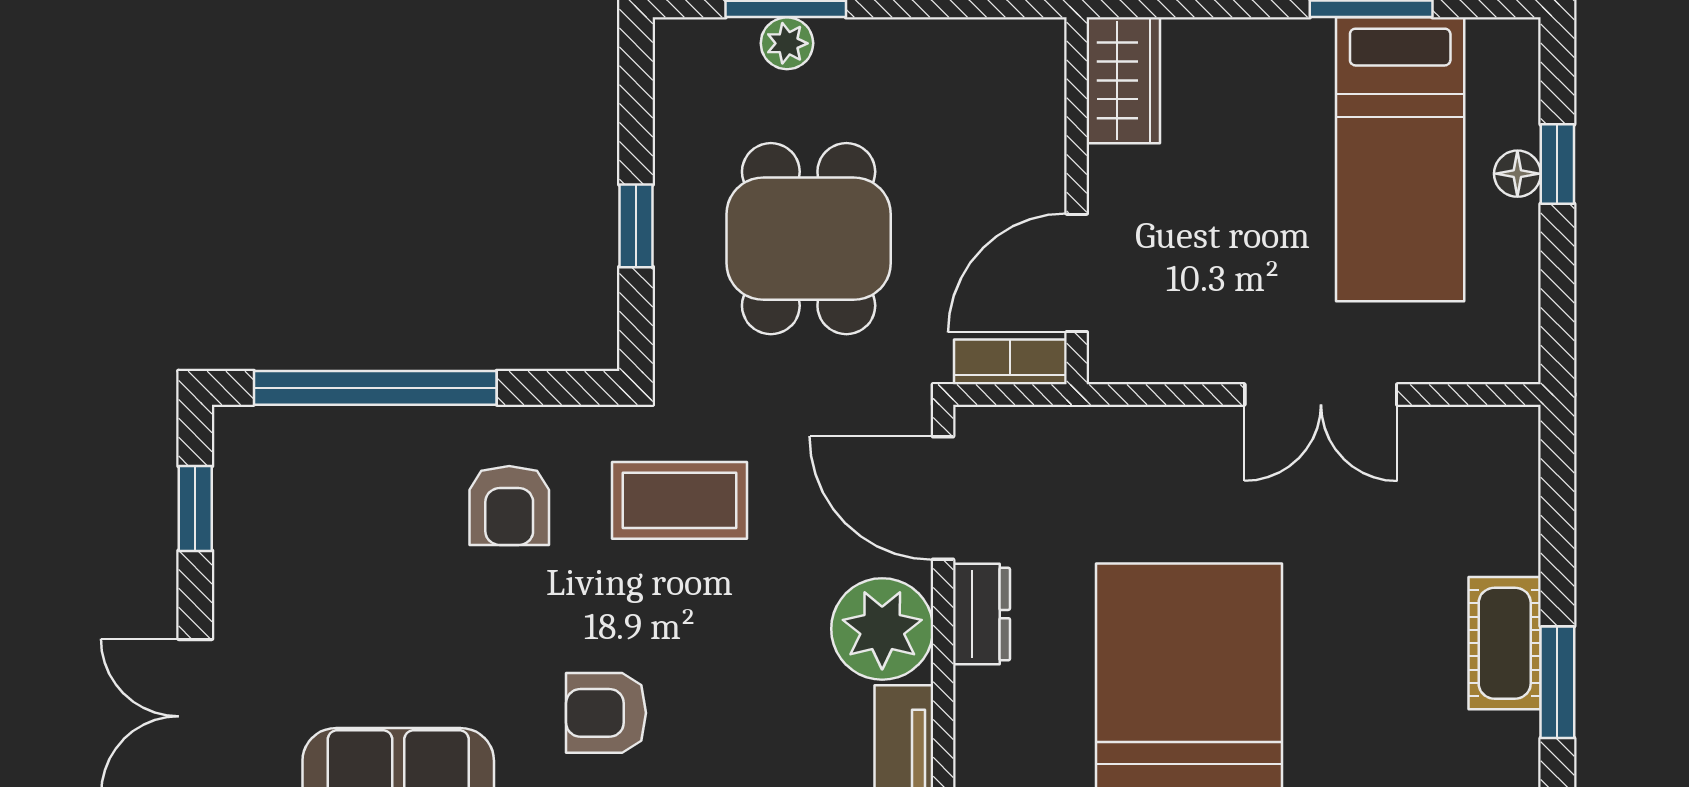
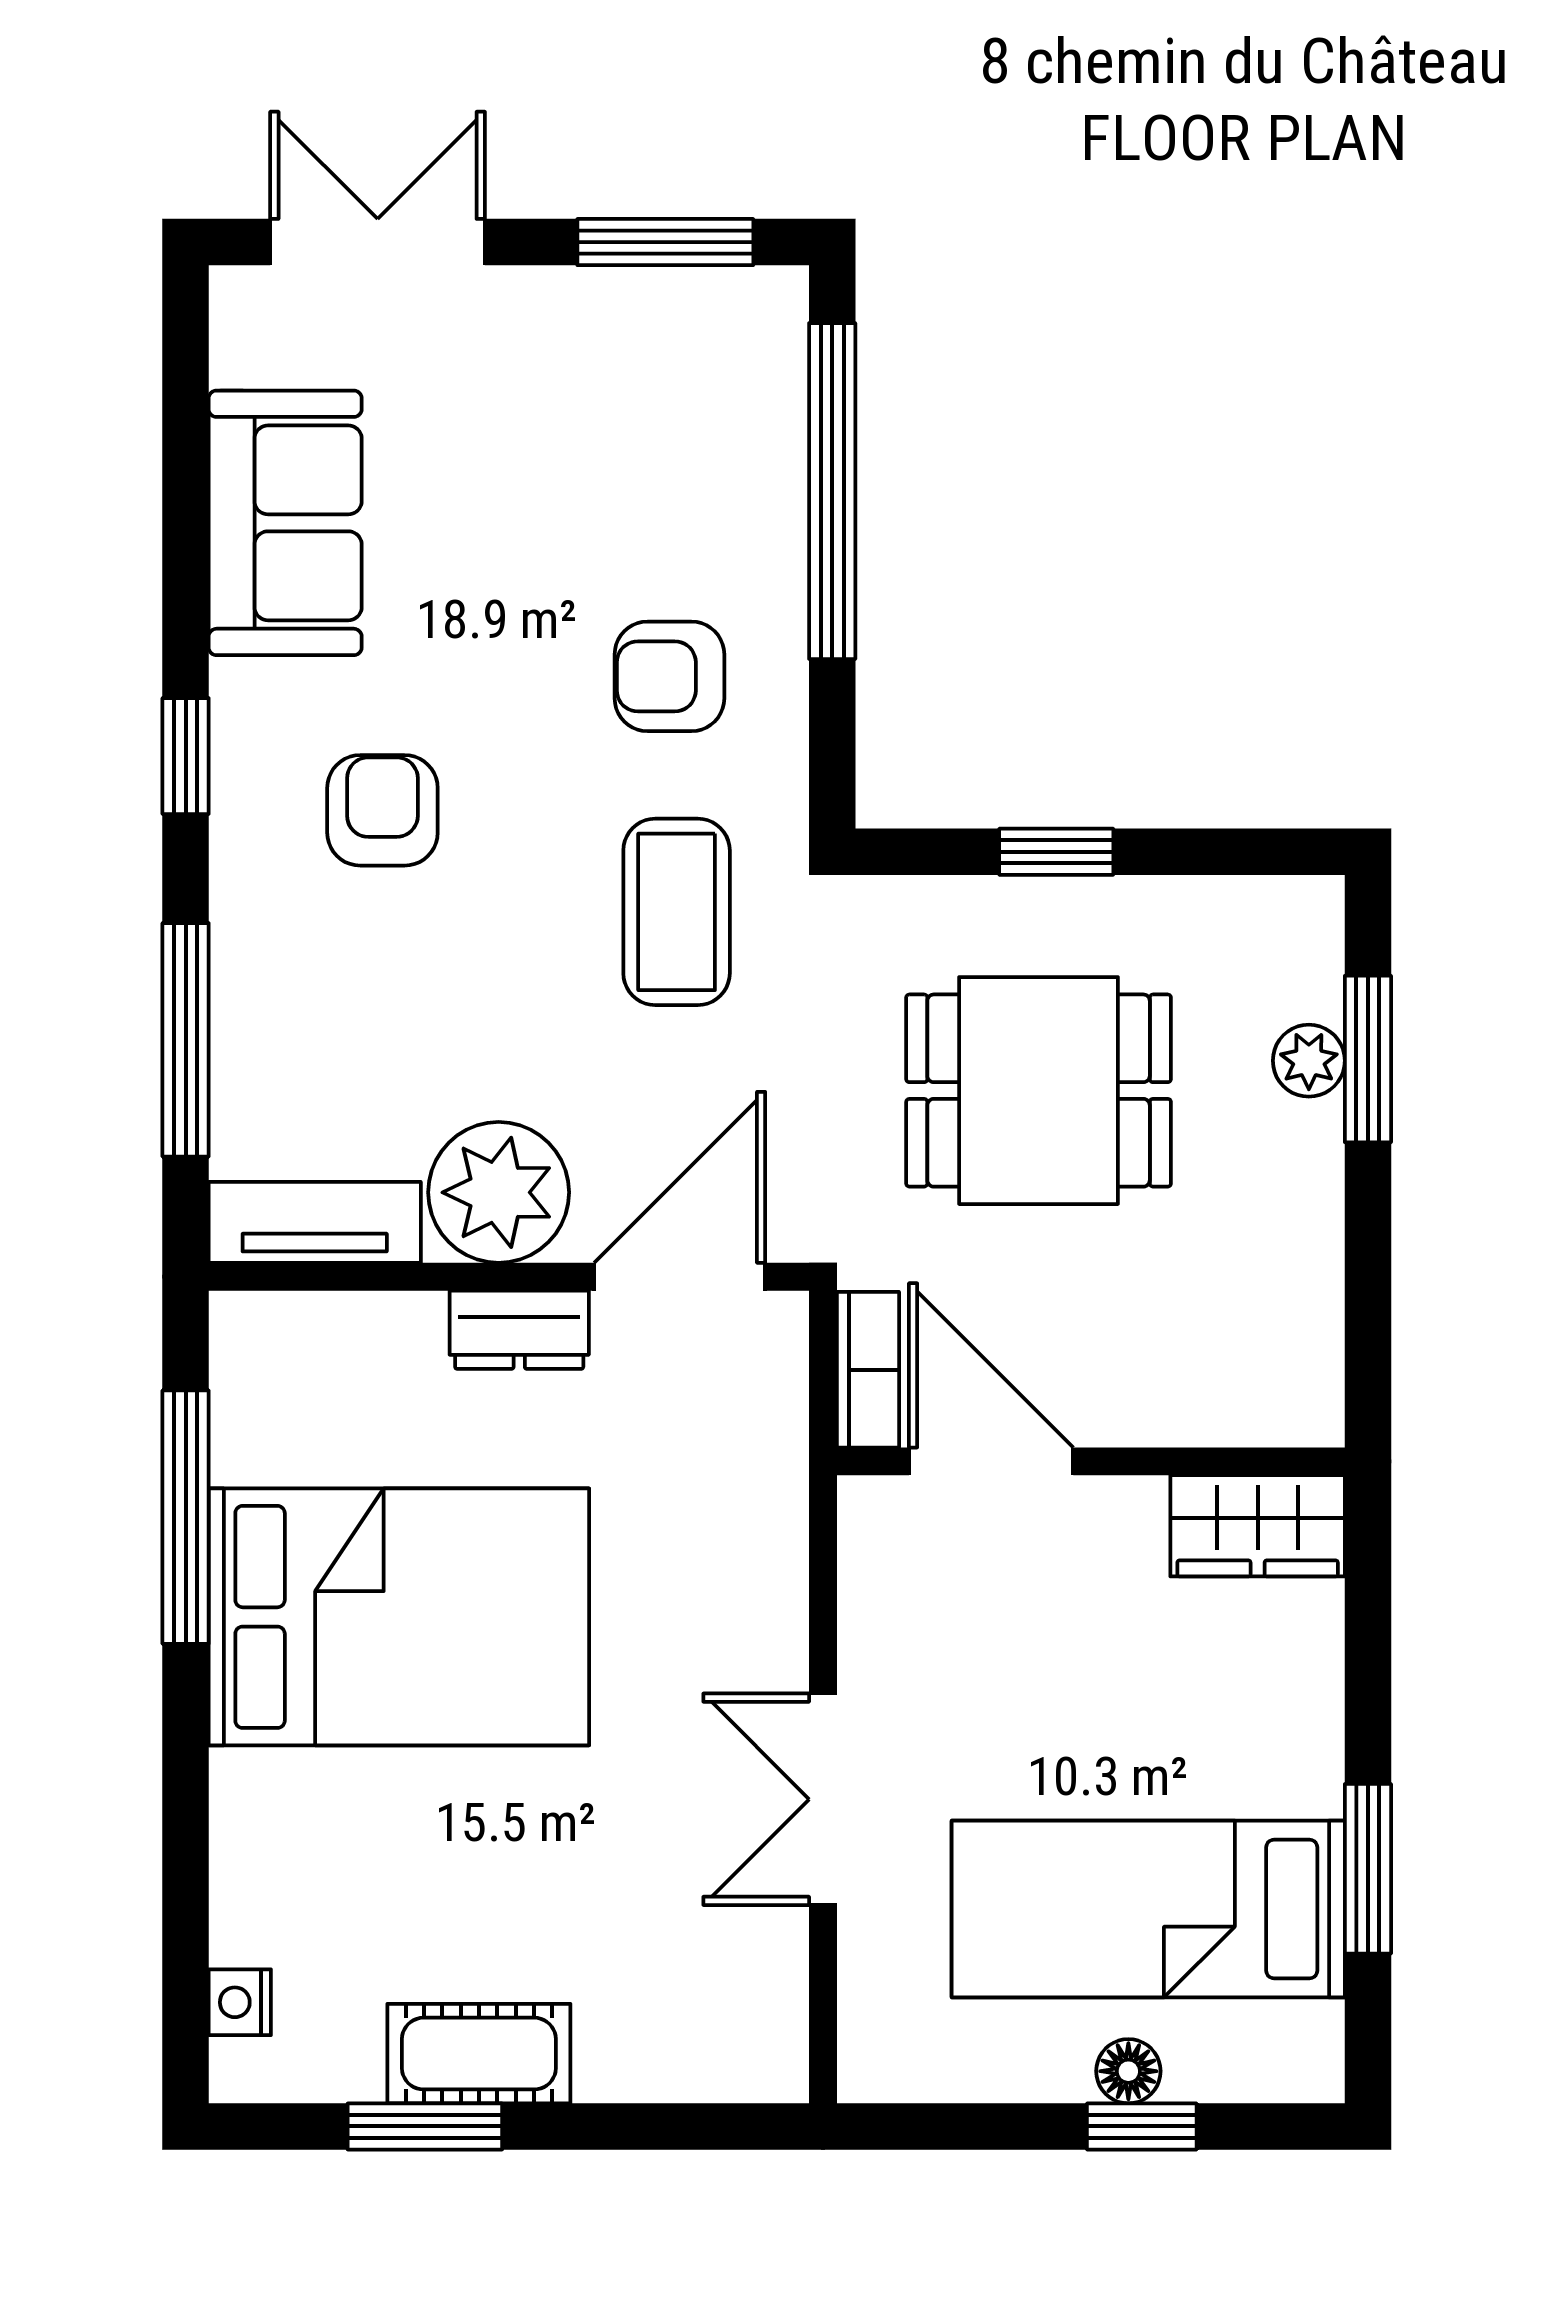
window: (195, 508) -> (665, 242), width x1.50

